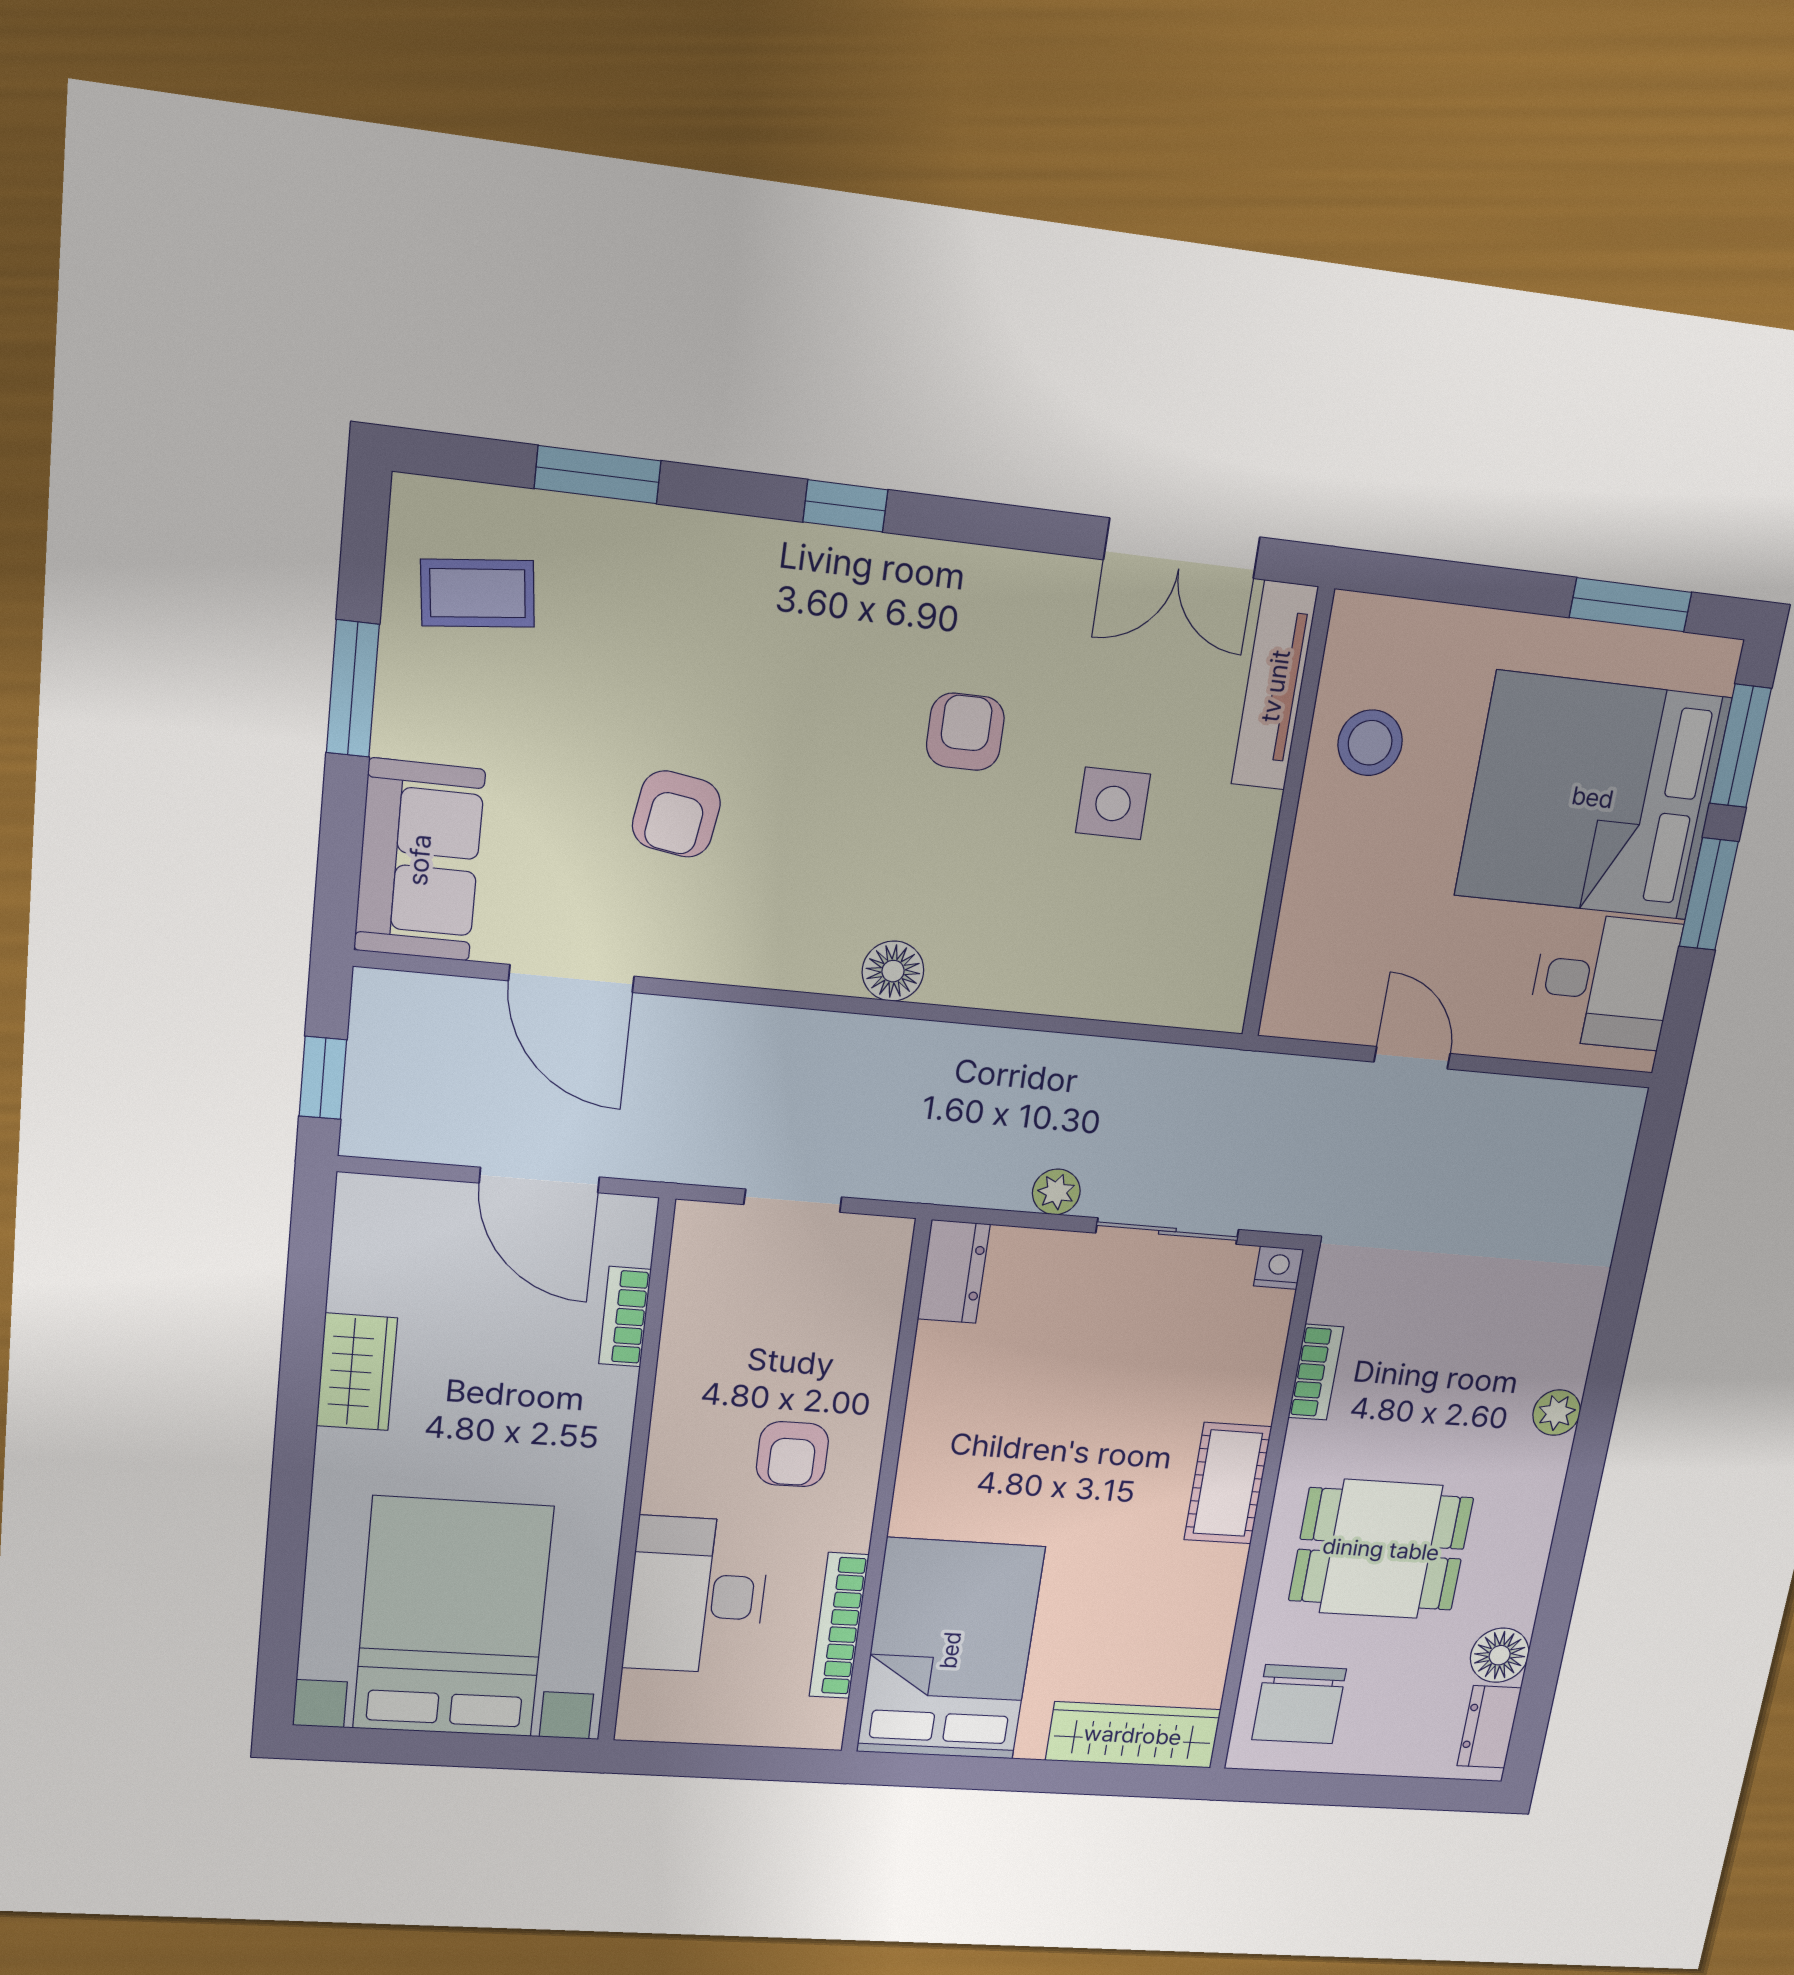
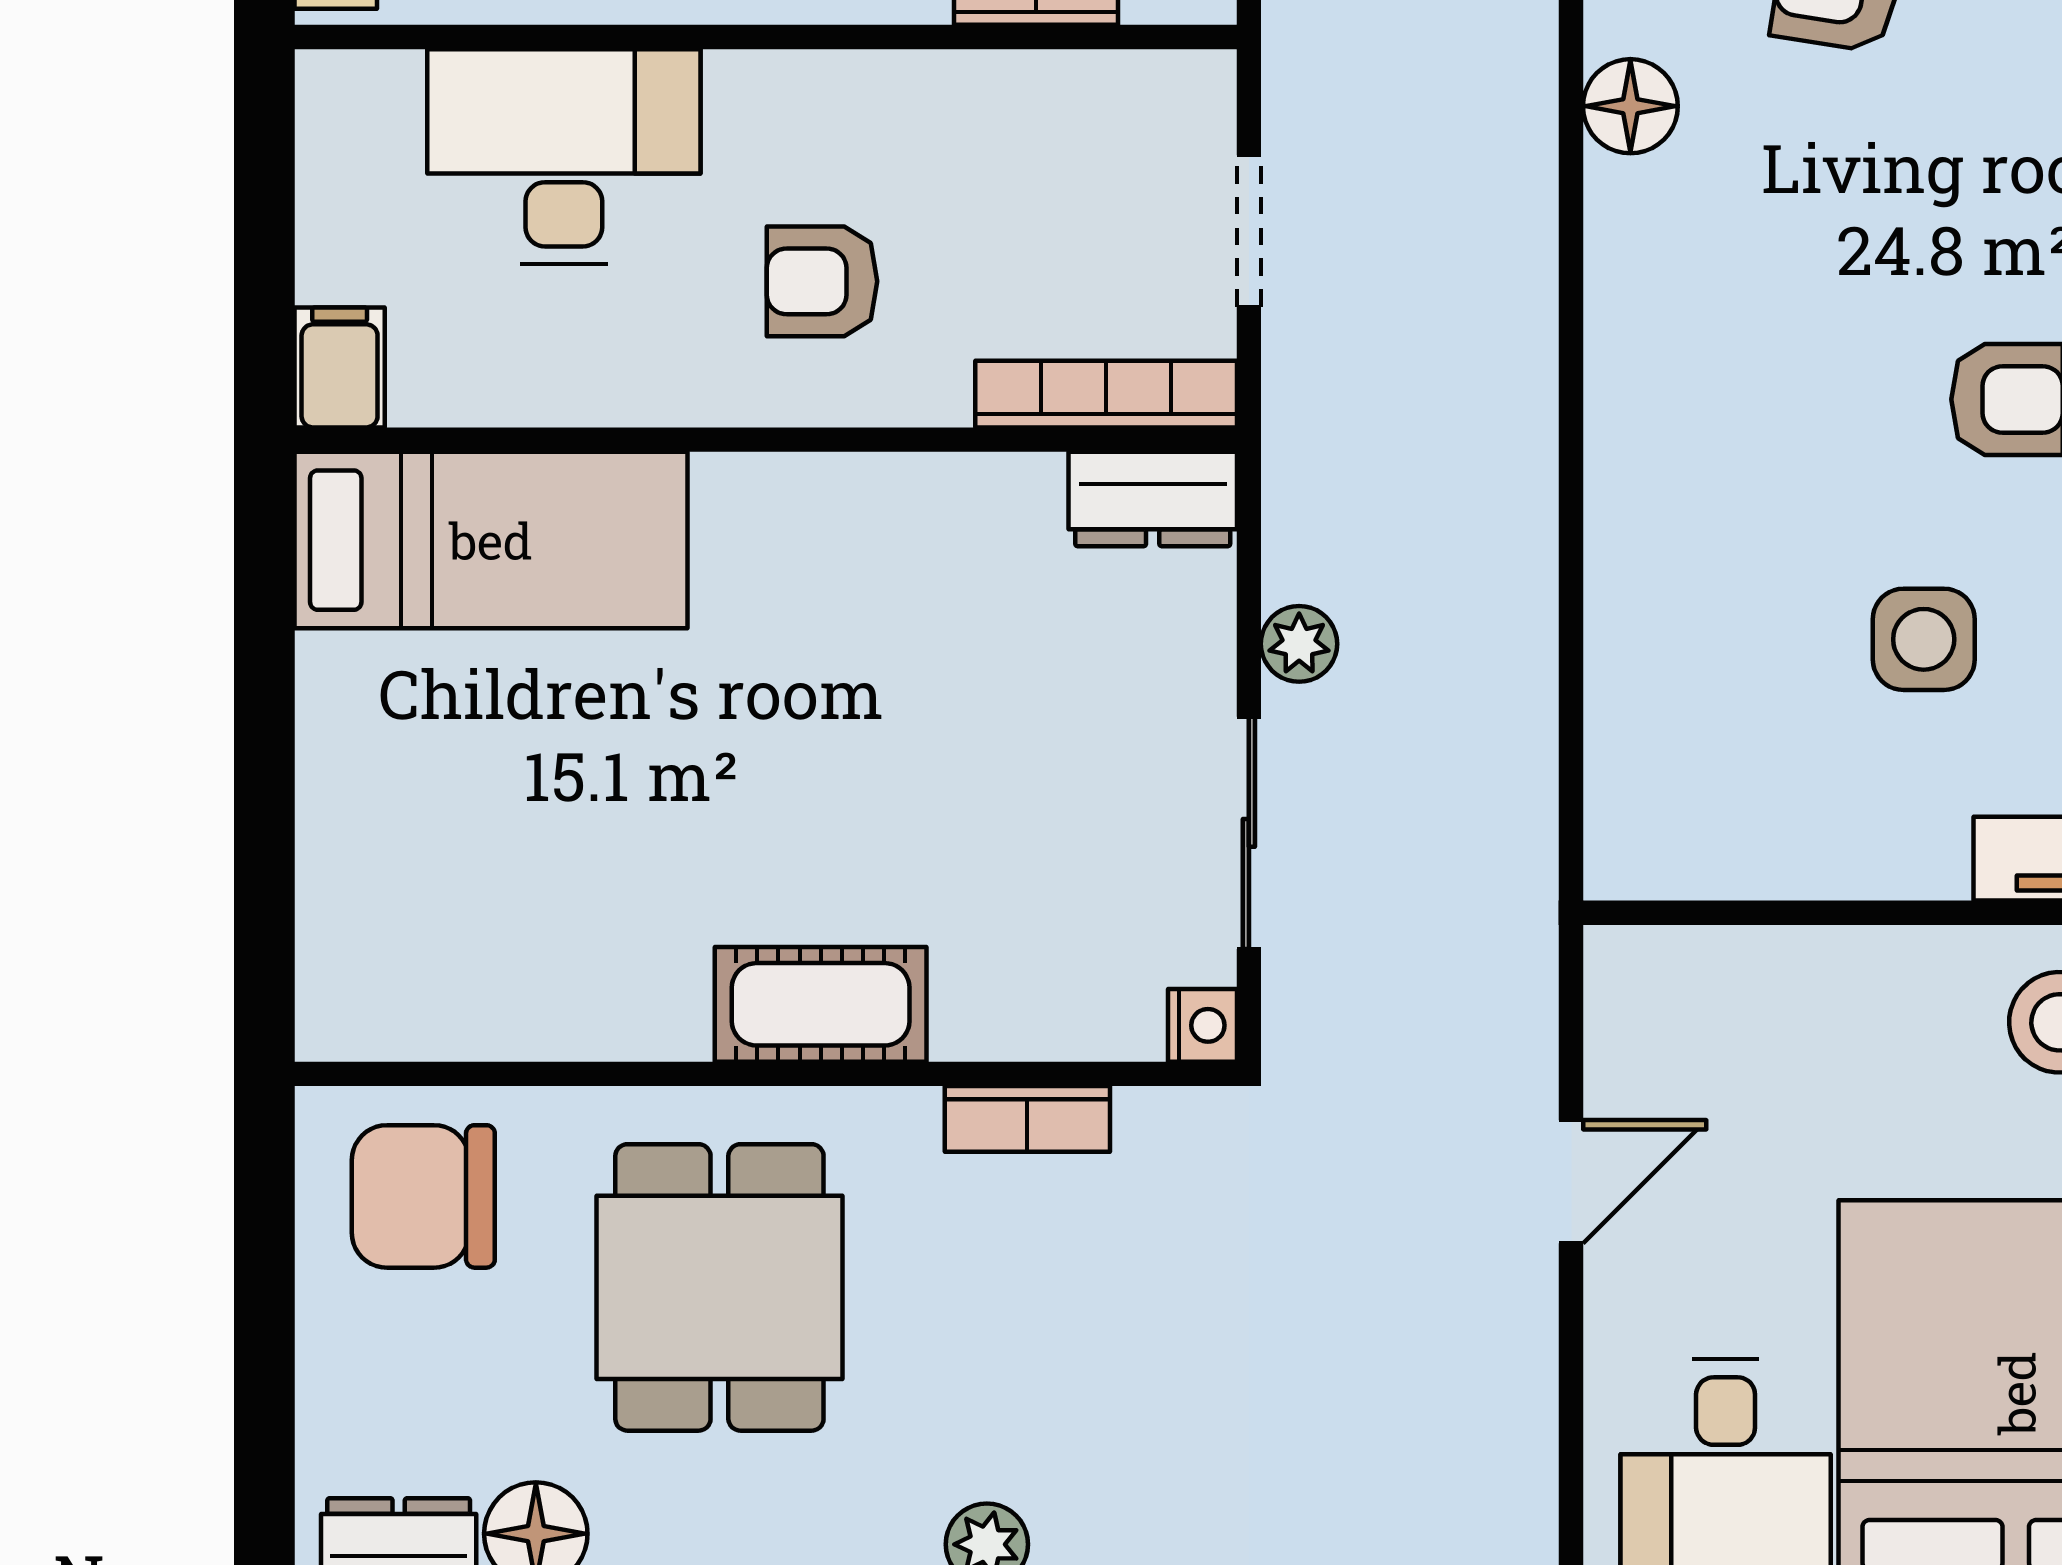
floor lamp: (893, 971) -> (1630, 106), moved
bookcase: (839, 1626) -> (1106, 394), moved
bed: (950, 1650) -> (491, 540), width x0.67
filing cabinet: (809, 1725) -> (340, 367), added
wardrobe: (1133, 1735) -> (350, 918), removed

